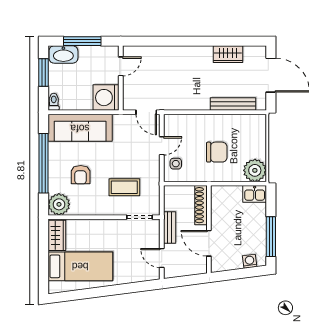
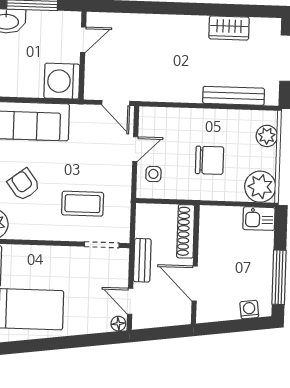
plant: (258, 133) -> (267, 136), added
armchair: (81, 175) -> (24, 185), turned 143
floor lamp: (154, 275) -> (118, 324), added

